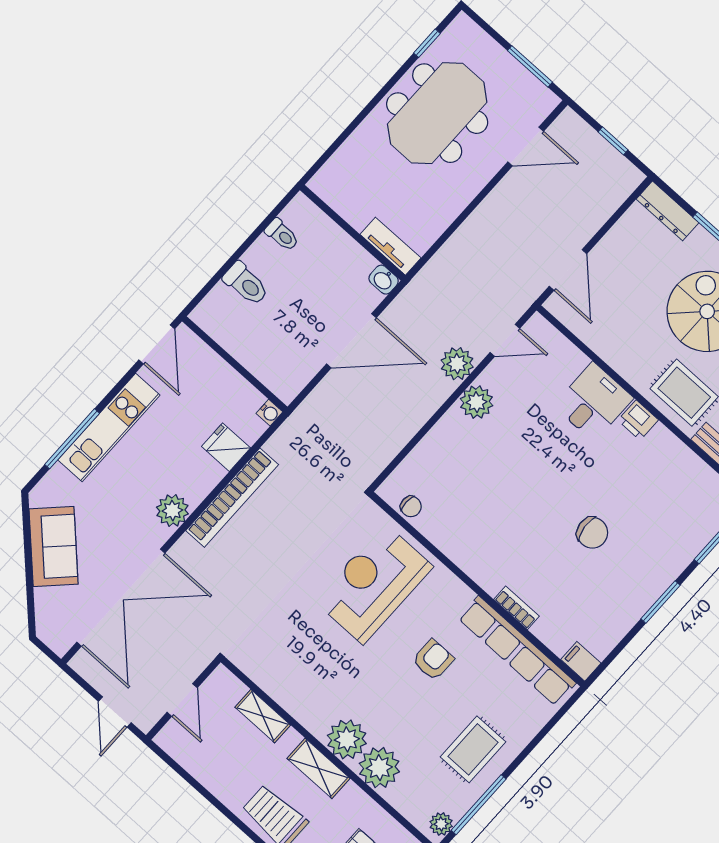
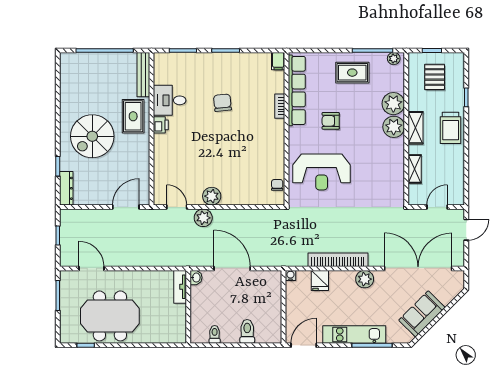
desk: (593, 402) -> (170, 100), moved

